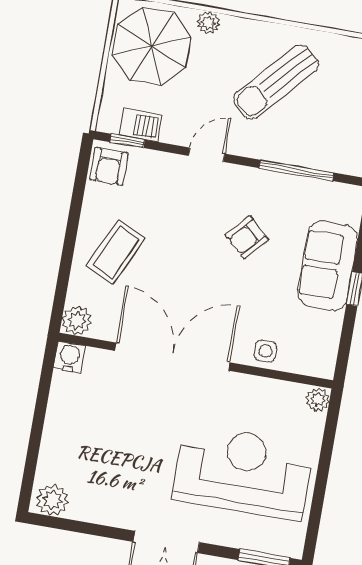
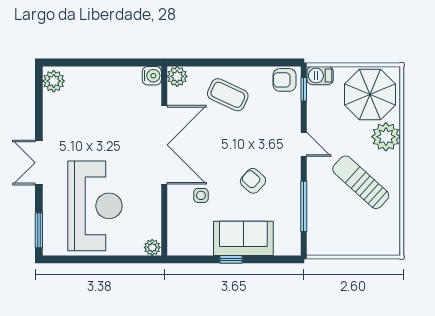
plant: (208, 23) -> (386, 137), width x1.87, depth x1.87
barbecue: (140, 125) -> (320, 76), moved, turned 90
side table: (266, 351) -> (201, 195), moved

